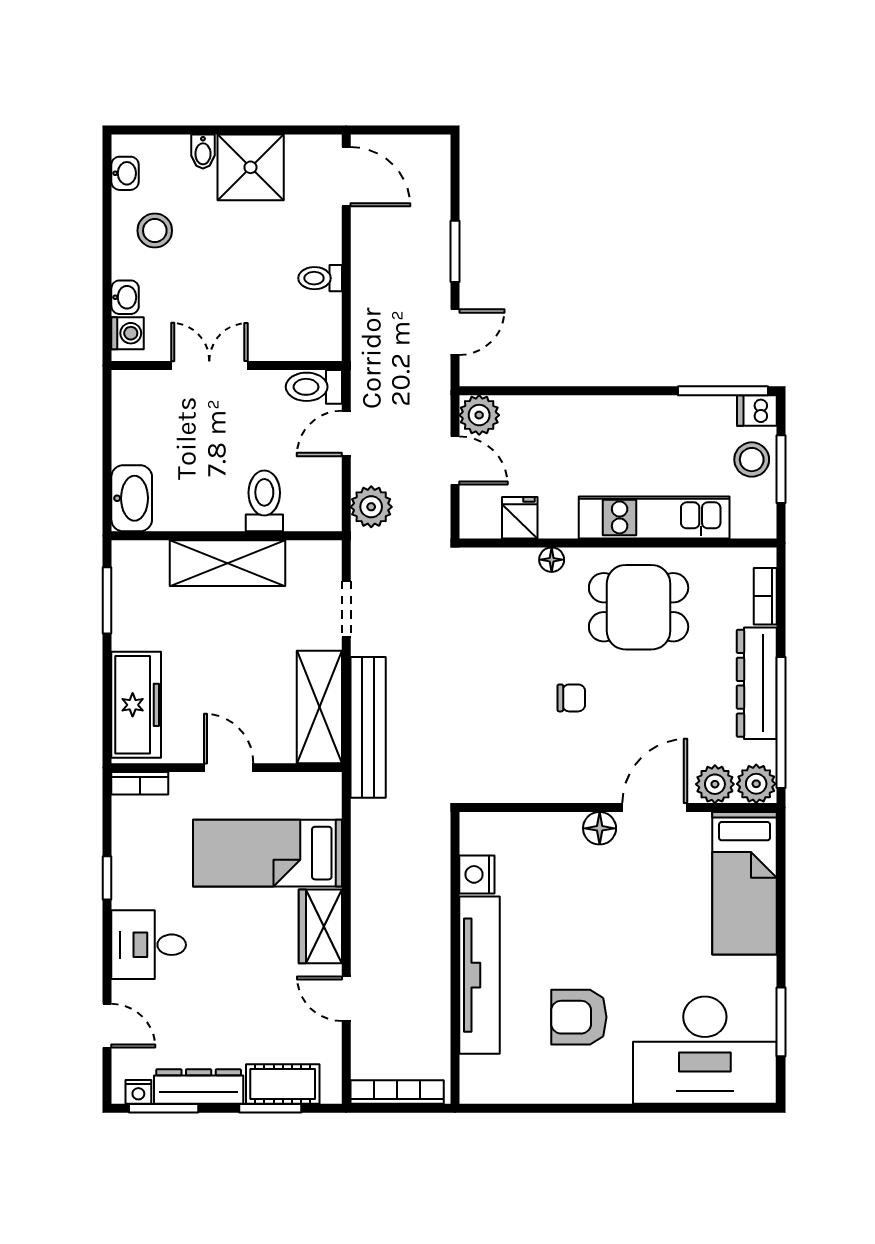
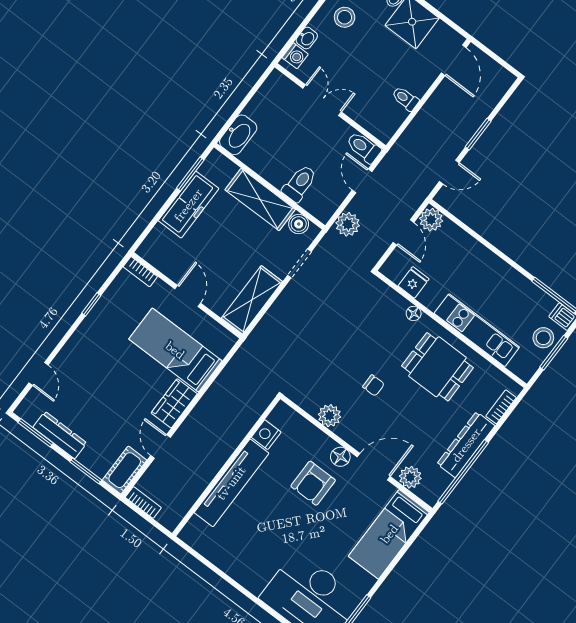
door: (346, 433) -> (362, 181), hinge flipped
boiler: (305, 557) -> (299, 224), added
freezer: (136, 705) -> (188, 205), moved
bench: (368, 727) -> (268, 327), removed
plant: (756, 784) -> (330, 416), moved
desk: (149, 945) -> (87, 351), removed
armchair: (579, 1017) -> (313, 483), moved, turned -90
cot: (283, 1084) -> (125, 470), moved, turned 90
nightstand: (138, 1092) -> (30, 416), removed
bookcase: (397, 1092) -> (143, 503), width x0.64

